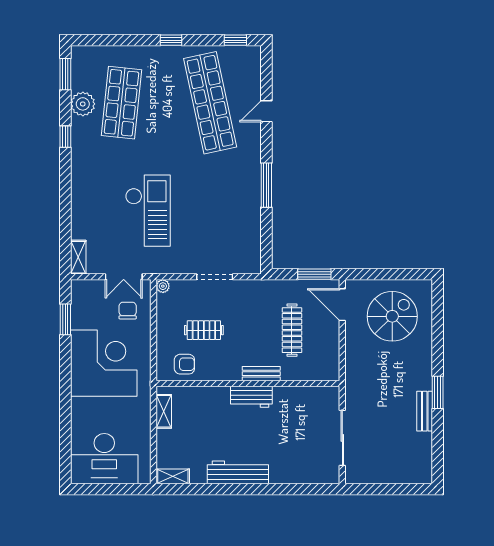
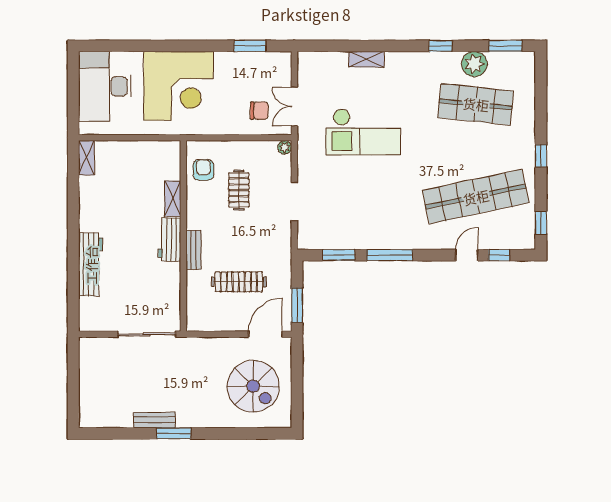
window: (266, 80) -> (499, 255), added
door: (266, 111) -> (467, 255), hinge flipped
window: (266, 234) -> (339, 255), added
shelving: (78, 257) -> (366, 59), moved
corner desk: (104, 363) -> (178, 86), moved
armchair: (184, 364) -> (203, 170), turned 180
shelving: (164, 411) -> (173, 199), moved, turned 90
sliding door: (342, 438) -> (147, 334), moved
workbench: (238, 472) -> (91, 265), moved

